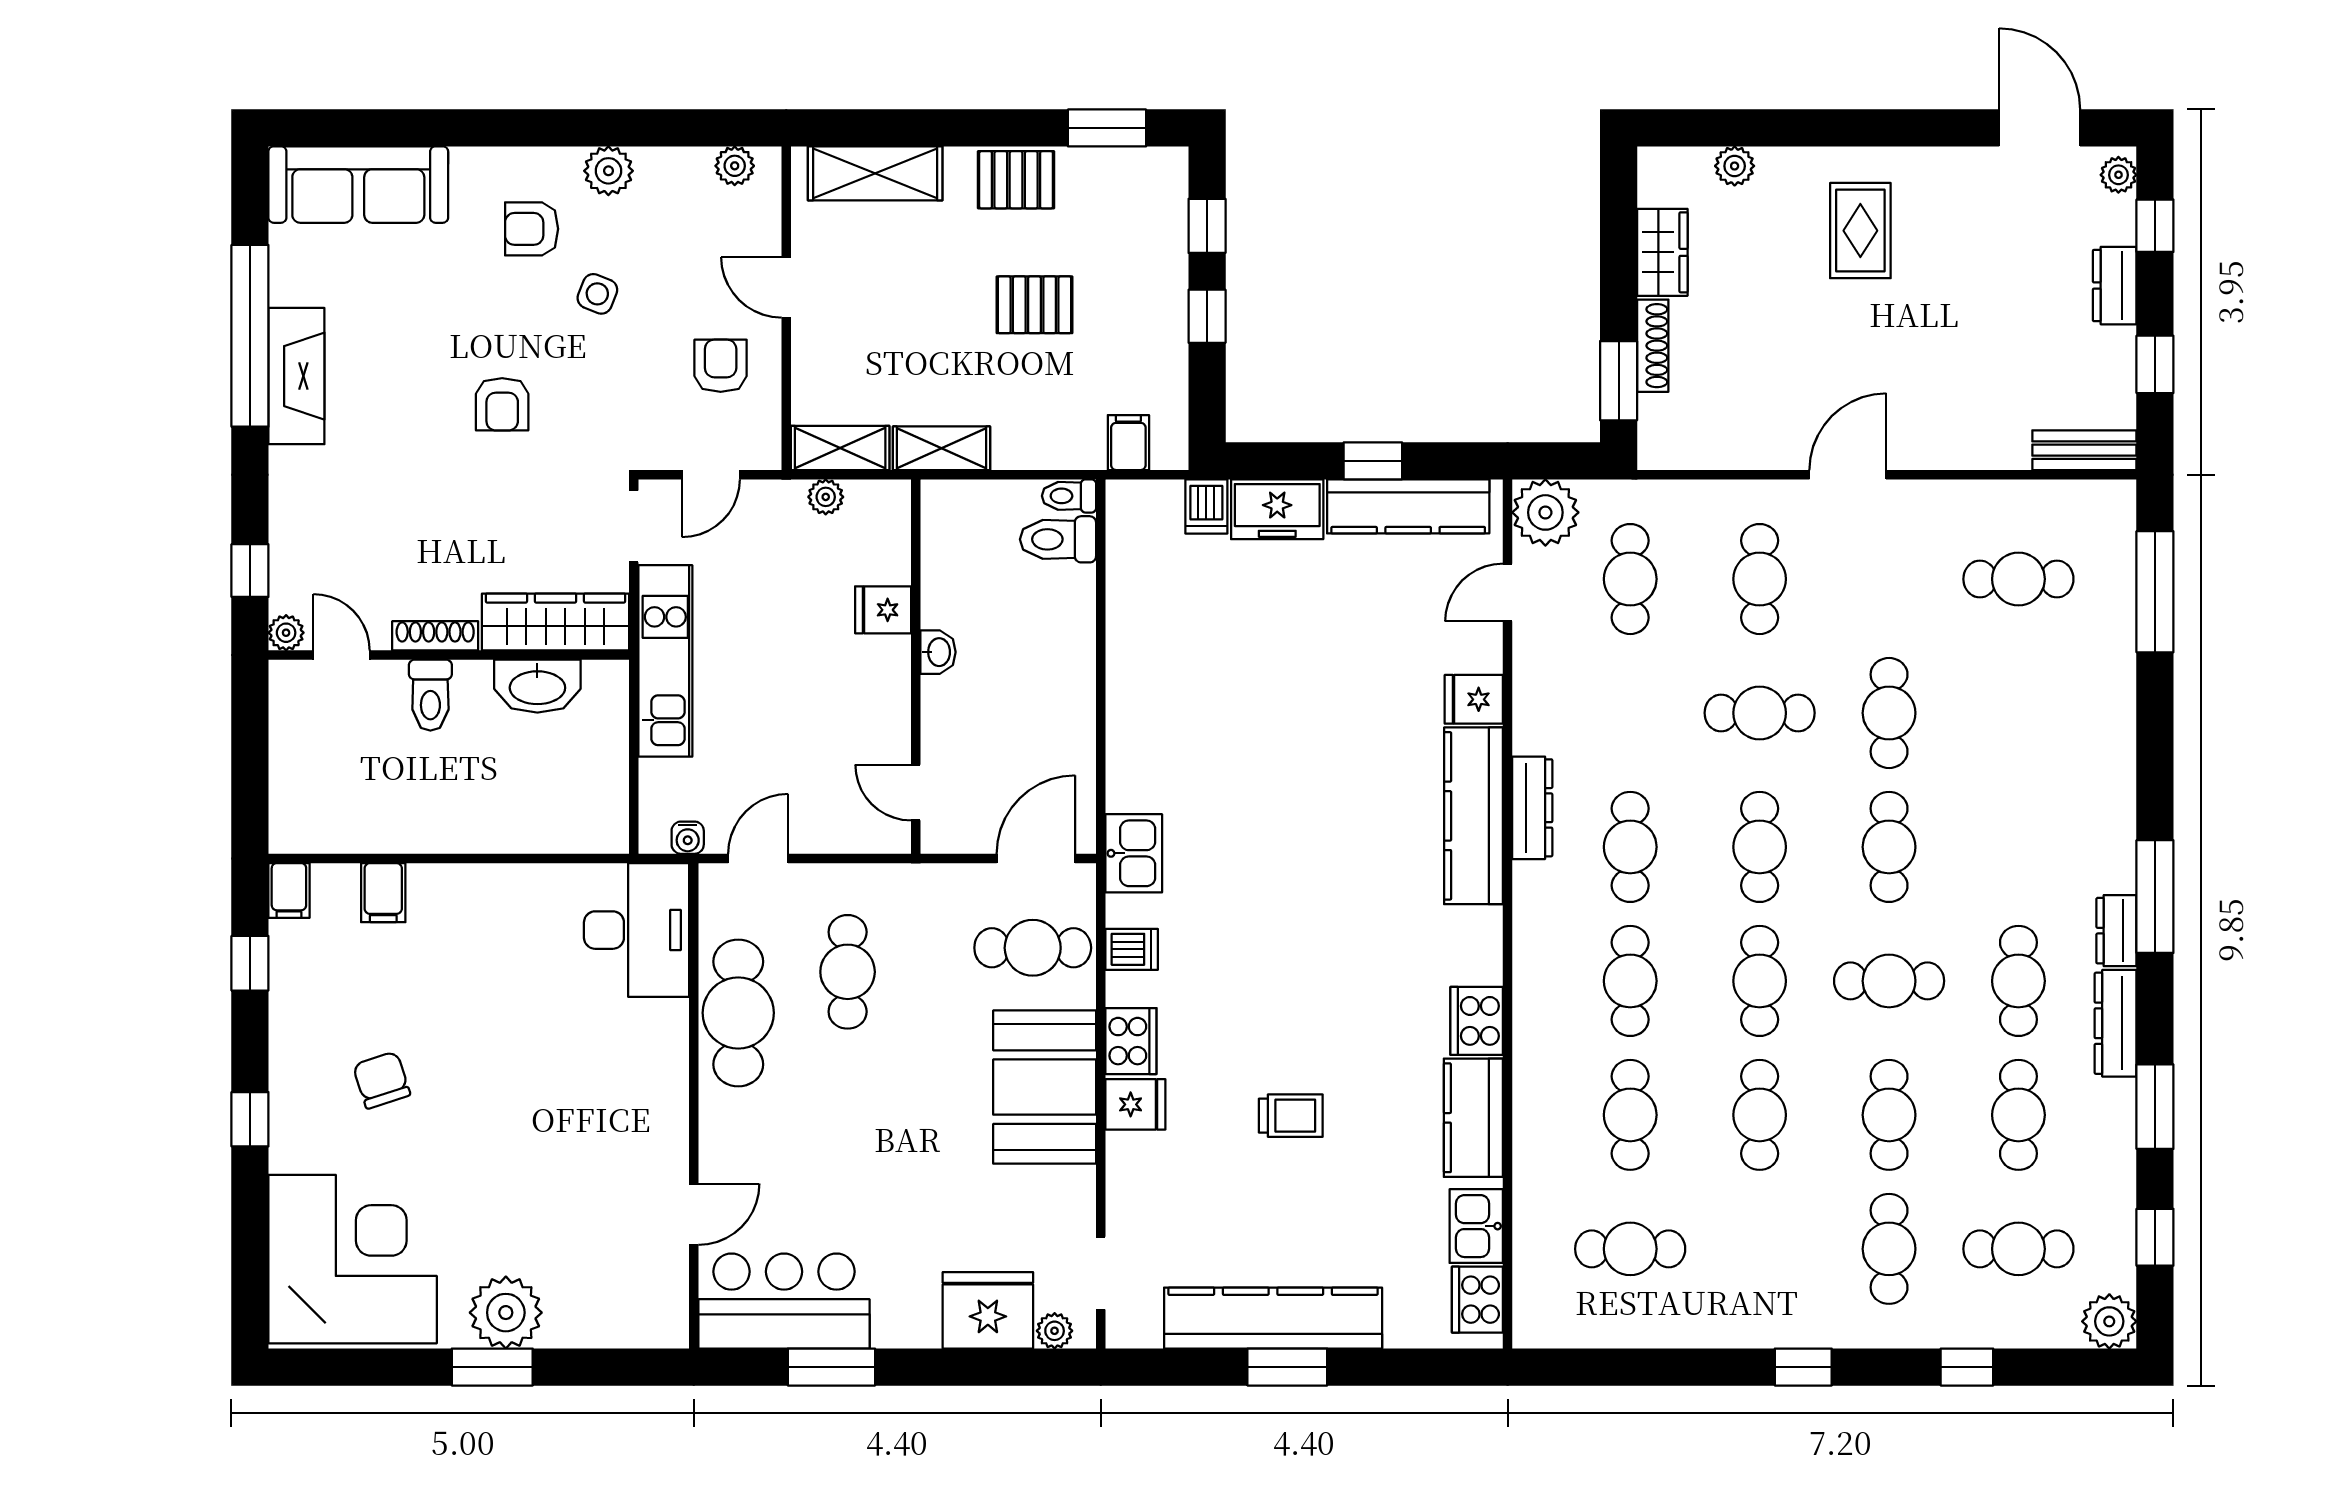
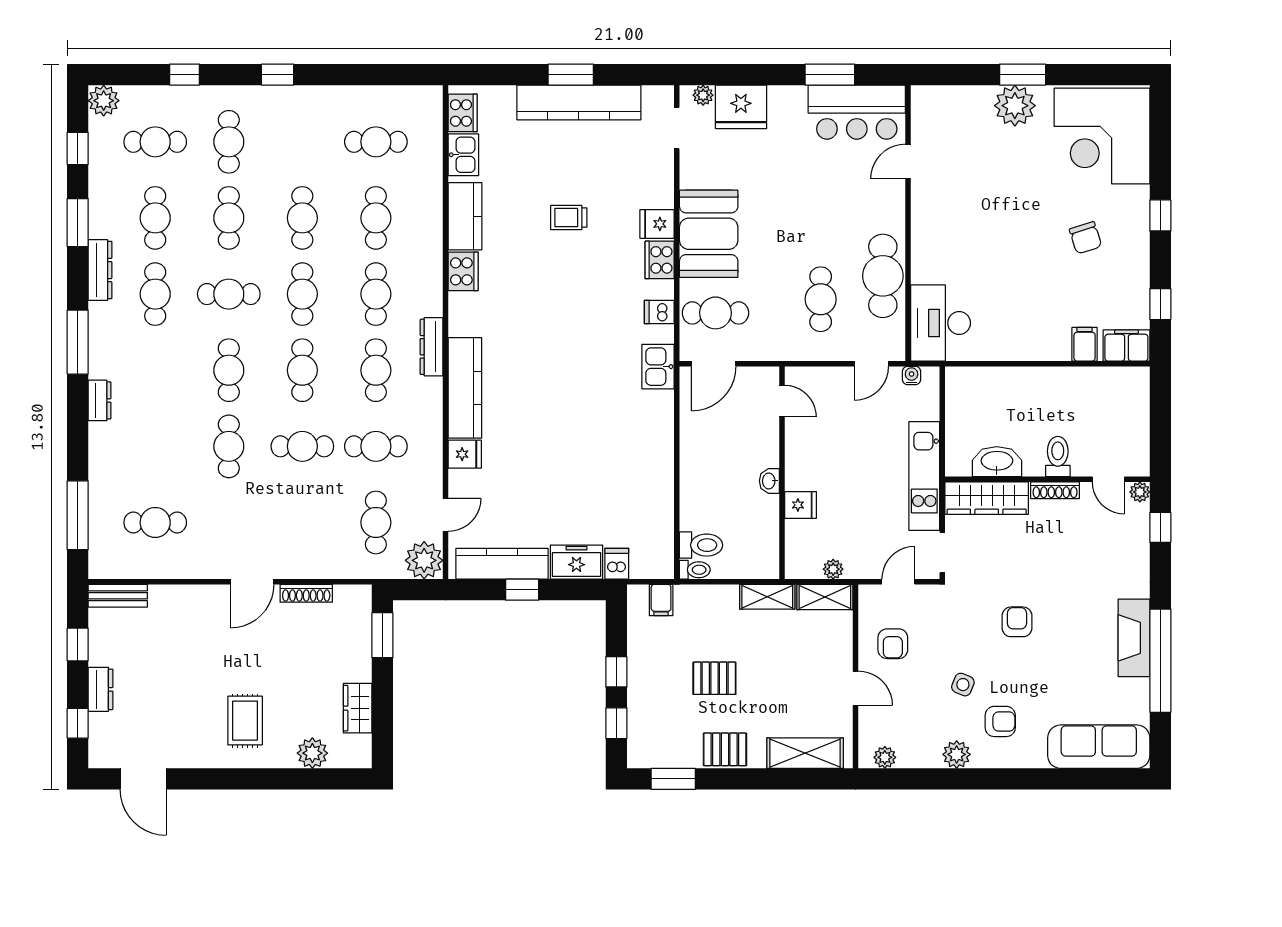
plant: (1735, 166) -> (312, 753), width x1.38, depth x1.38
plant: (2118, 175) -> (98, 752), removed
shoe rack: (1653, 346) -> (306, 593), moved, turned -90
cafe table: (1760, 579) -> (376, 446), moved, turned 90
dresser: (1532, 808) -> (432, 347), moved
filing cabinet: (289, 891) -> (1126, 345), width x2.00
dresser: (2116, 931) -> (100, 400), moved

